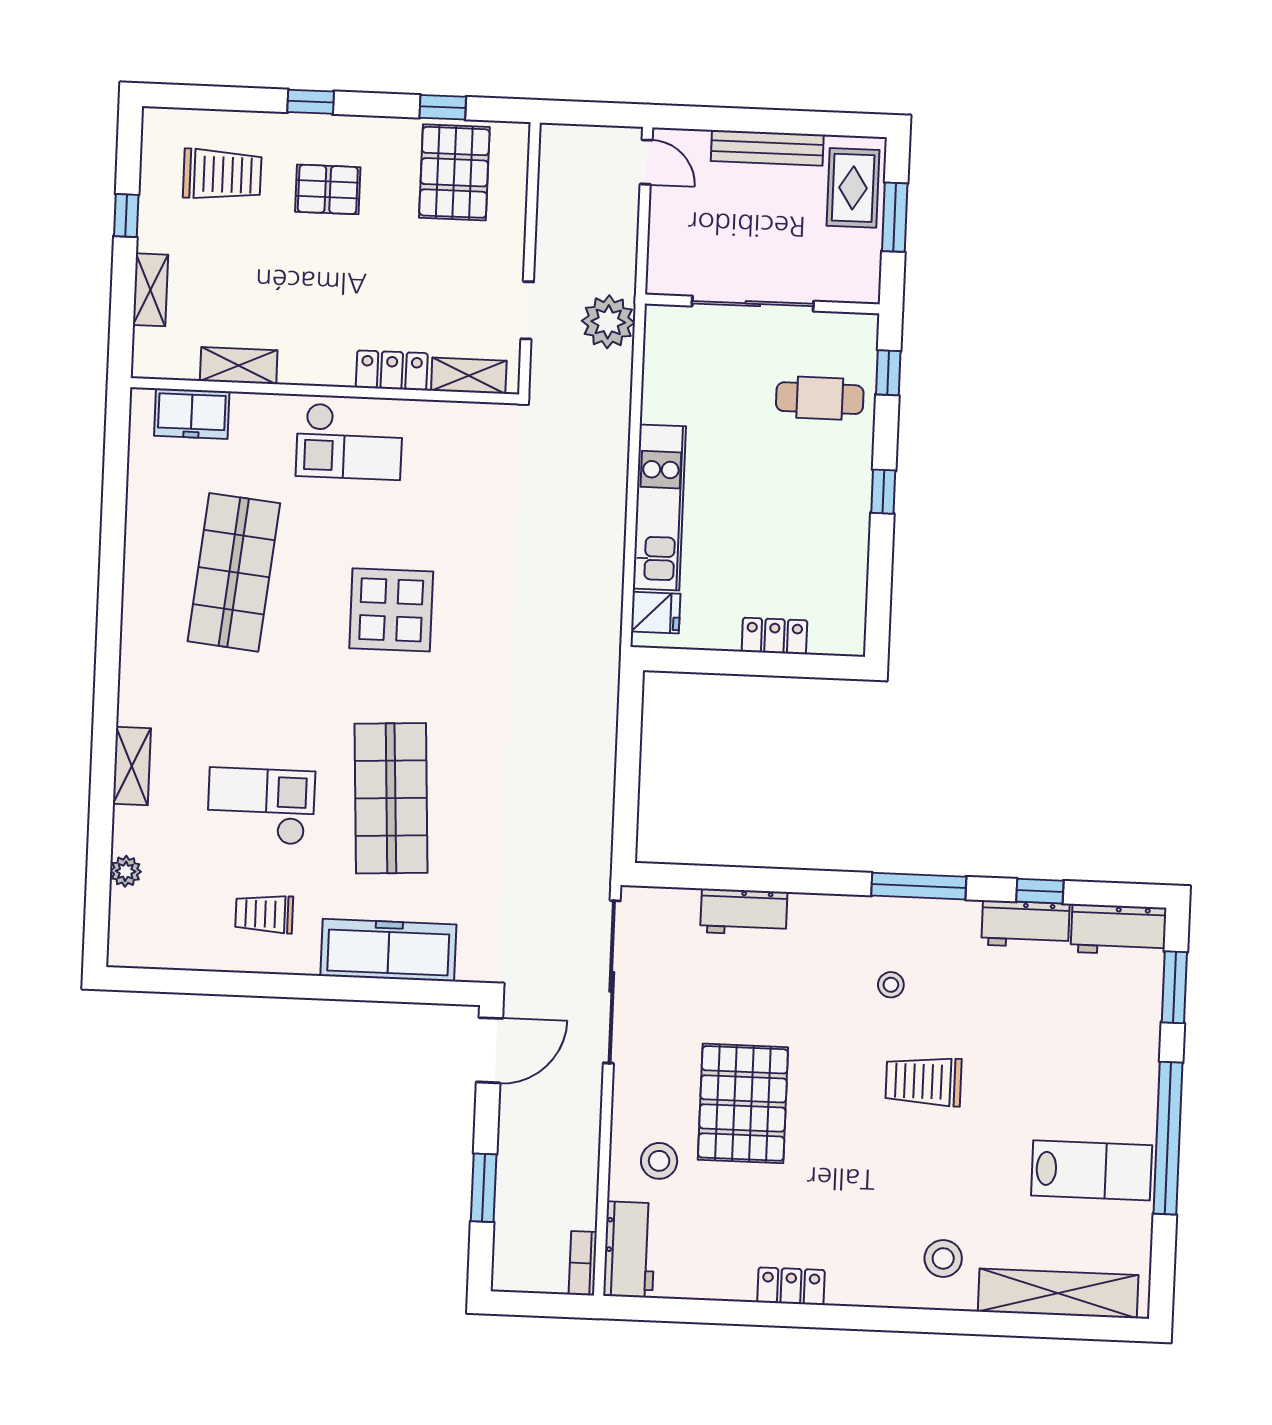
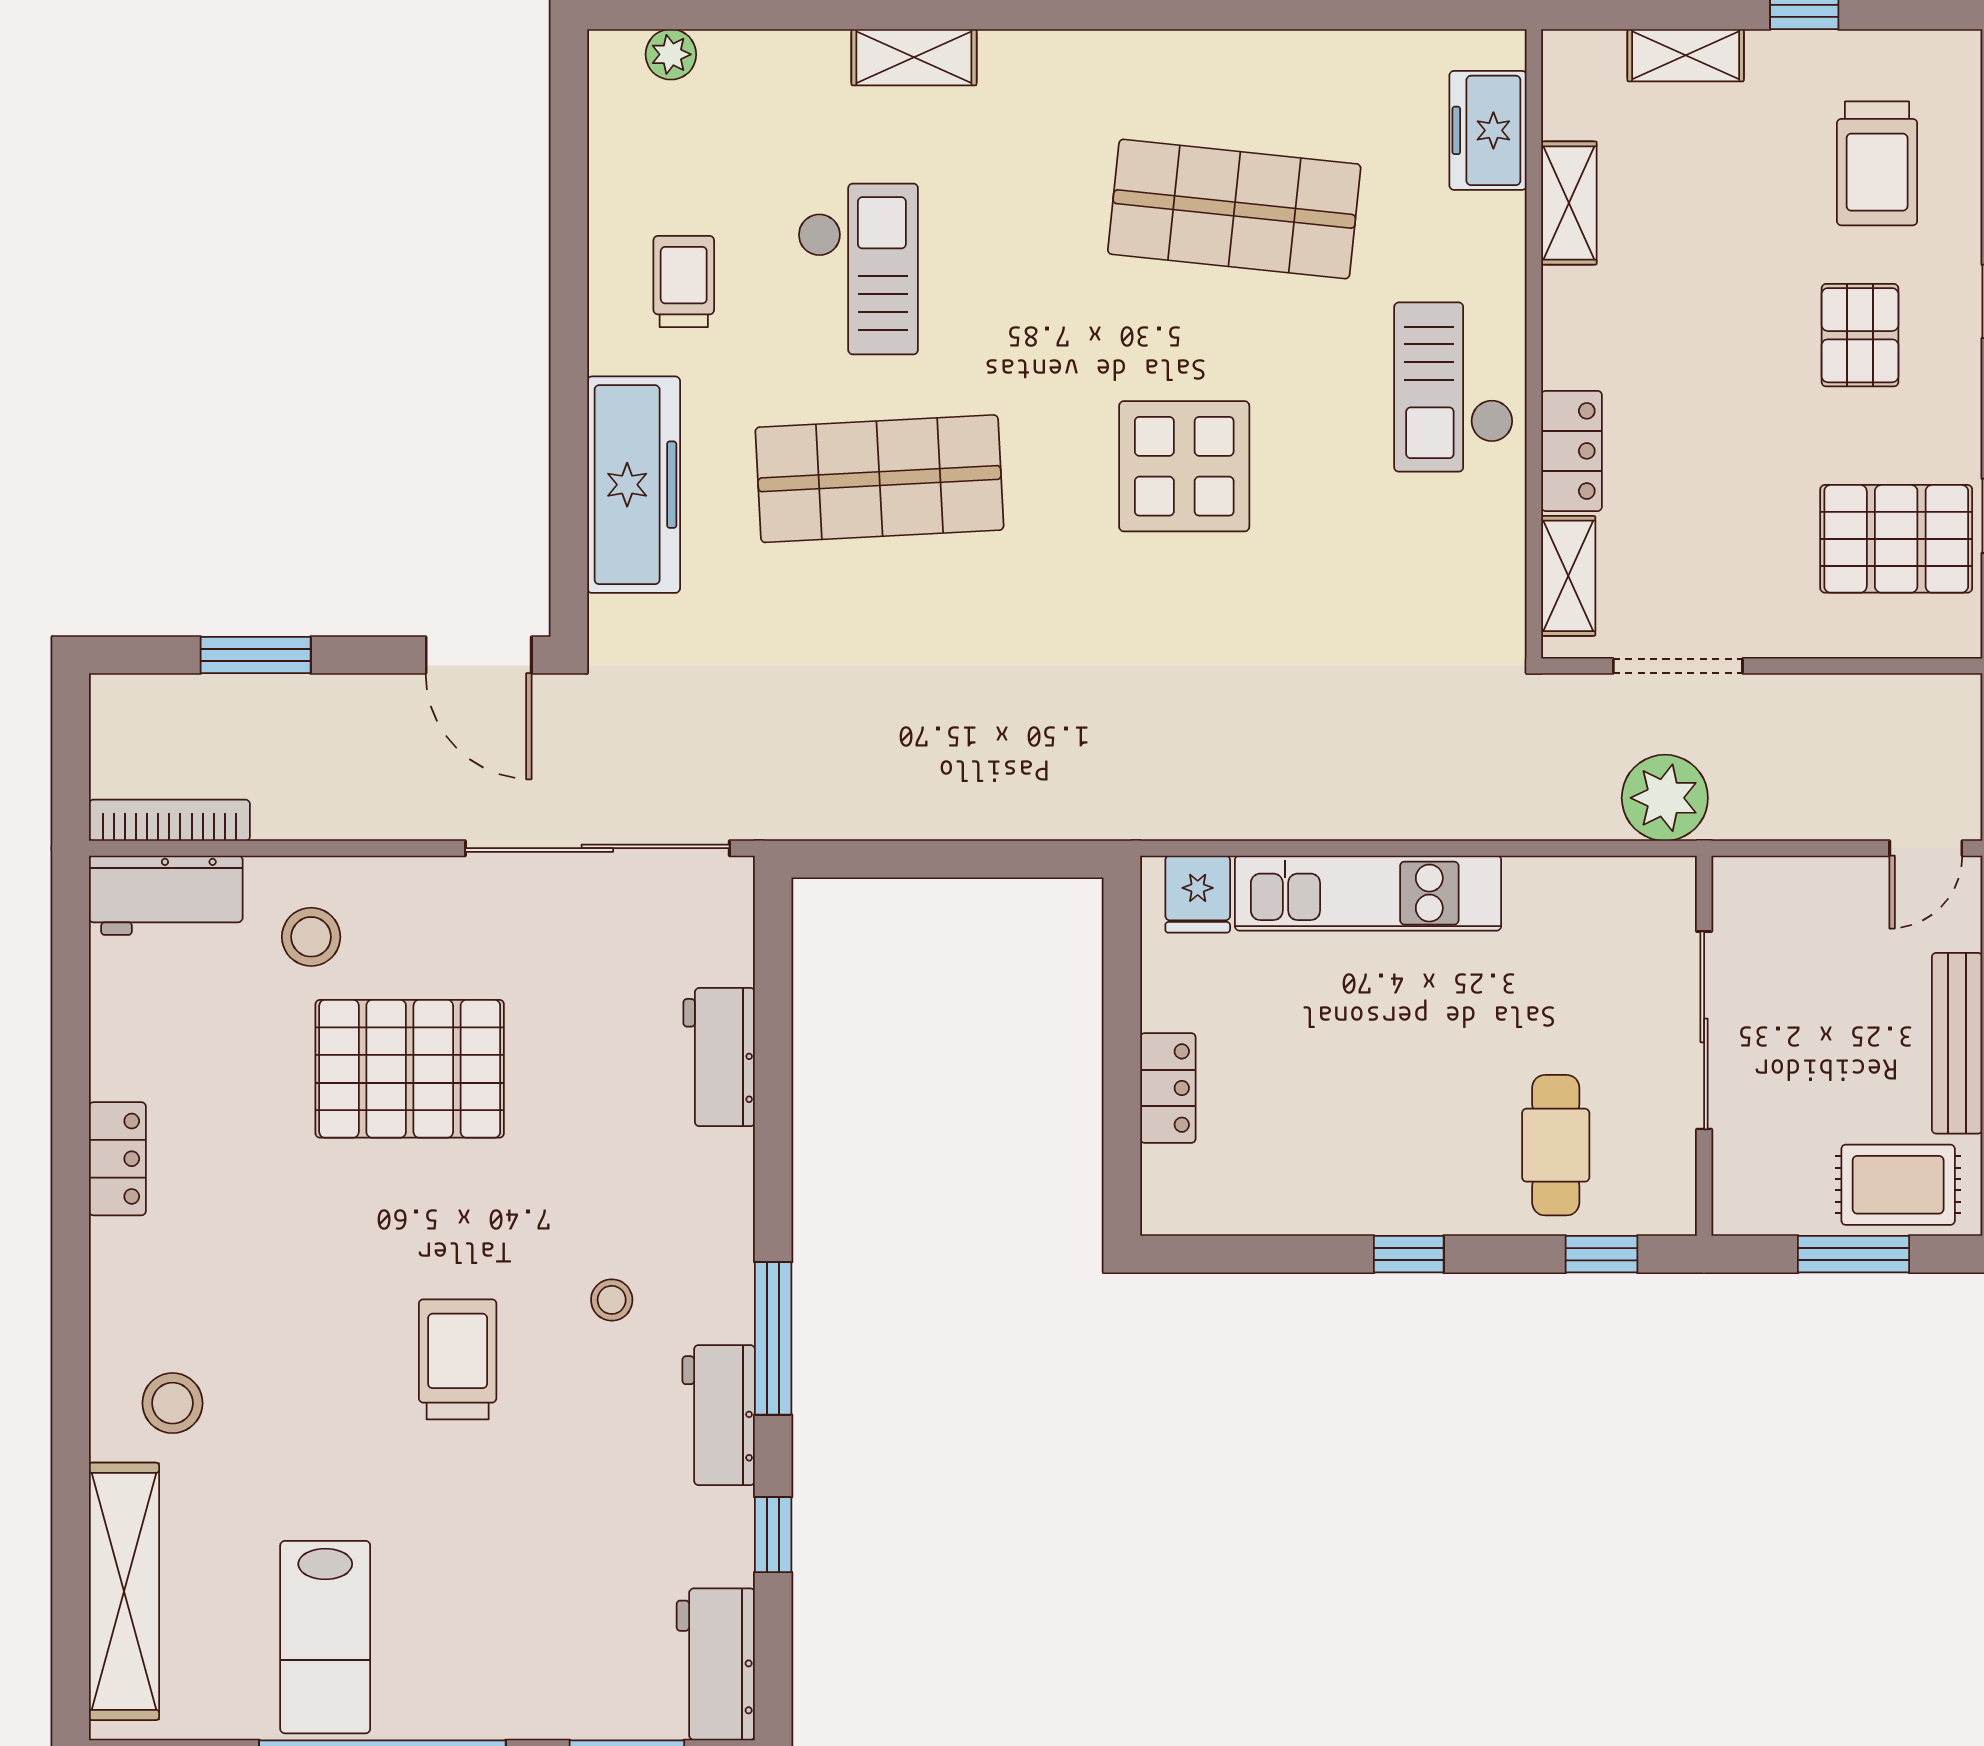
doorway: (527, 310) -> (1678, 666), width x1.38
plant: (126, 871) -> (671, 54), moved
workbench: (1025, 924) -> (719, 1415), moved
bookcase: (583, 1263) -> (169, 820), width x1.56

